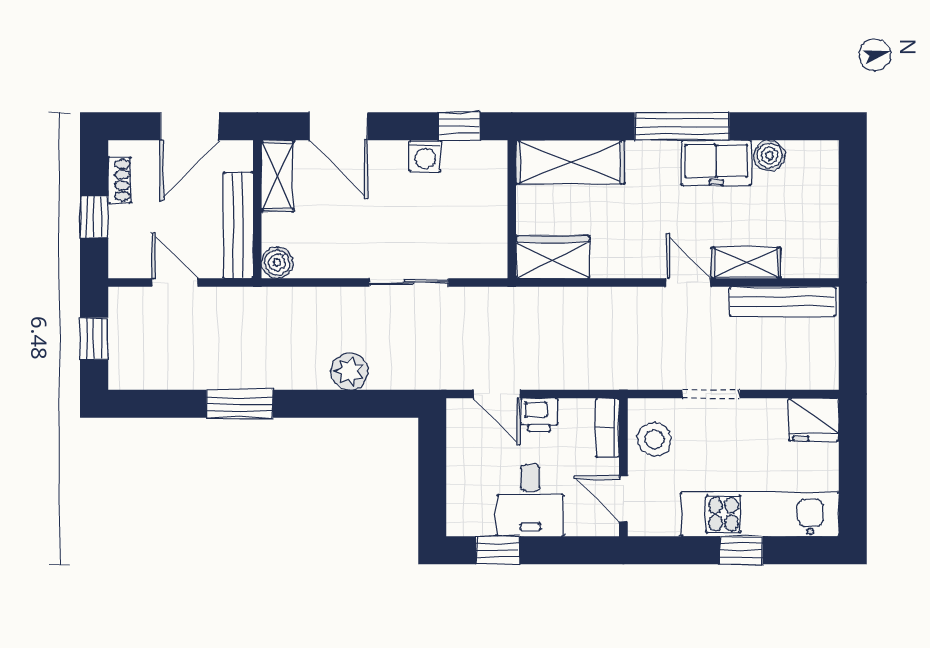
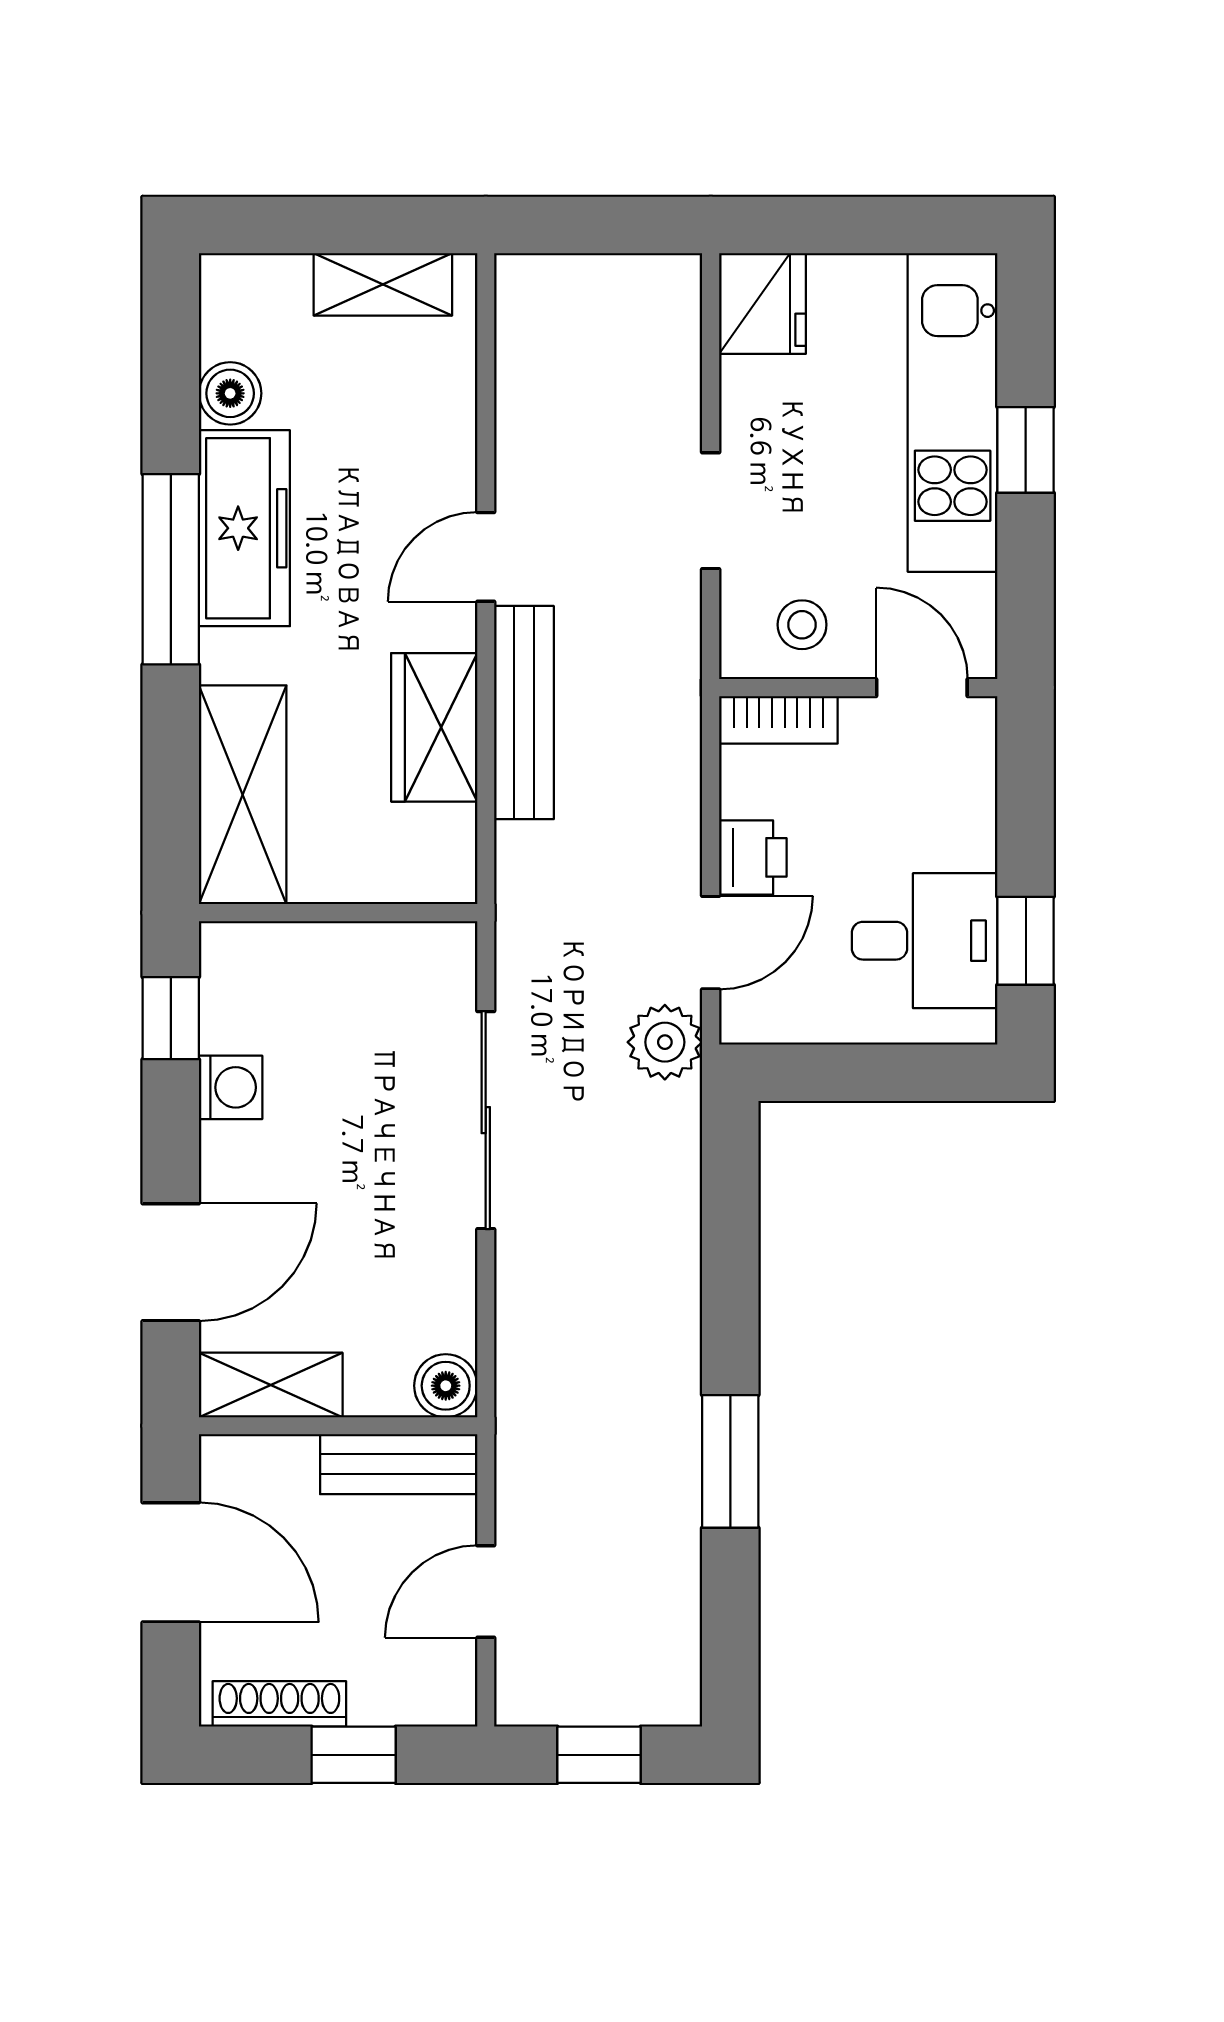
freezer: (716, 163) -> (244, 528), width x1.40
shoe rack: (119, 180) -> (279, 1704), width x1.43
bench: (238, 225) -> (399, 1464), width x0.73
wardrobe: (553, 257) -> (434, 727), moved
shelving: (746, 263) -> (383, 284), moved, turned 90
sliding door: (409, 282) -> (486, 1120), width x1.37
bench: (782, 301) -> (524, 713), moved
plant: (350, 371) -> (665, 1042), moved
stool: (655, 439) -> (802, 625), width x0.73, depth x0.73
door: (623, 499) -> (922, 688), swing flipped
desk: (530, 500) -> (925, 941), moved

